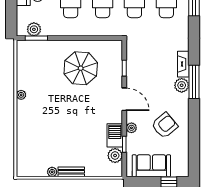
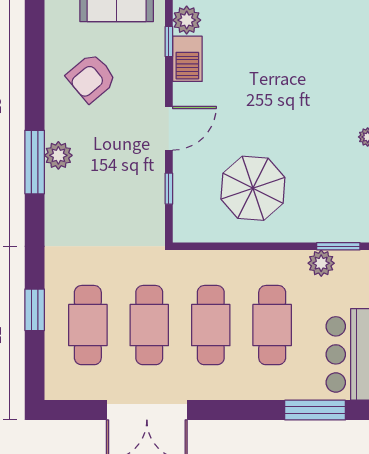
plant: (34, 29) -> (321, 263), moved
fireplace: (183, 64) -> (55, 196), removed
door: (124, 99) -> (169, 128), swing flipped
plant: (131, 128) -> (155, 73), removed

